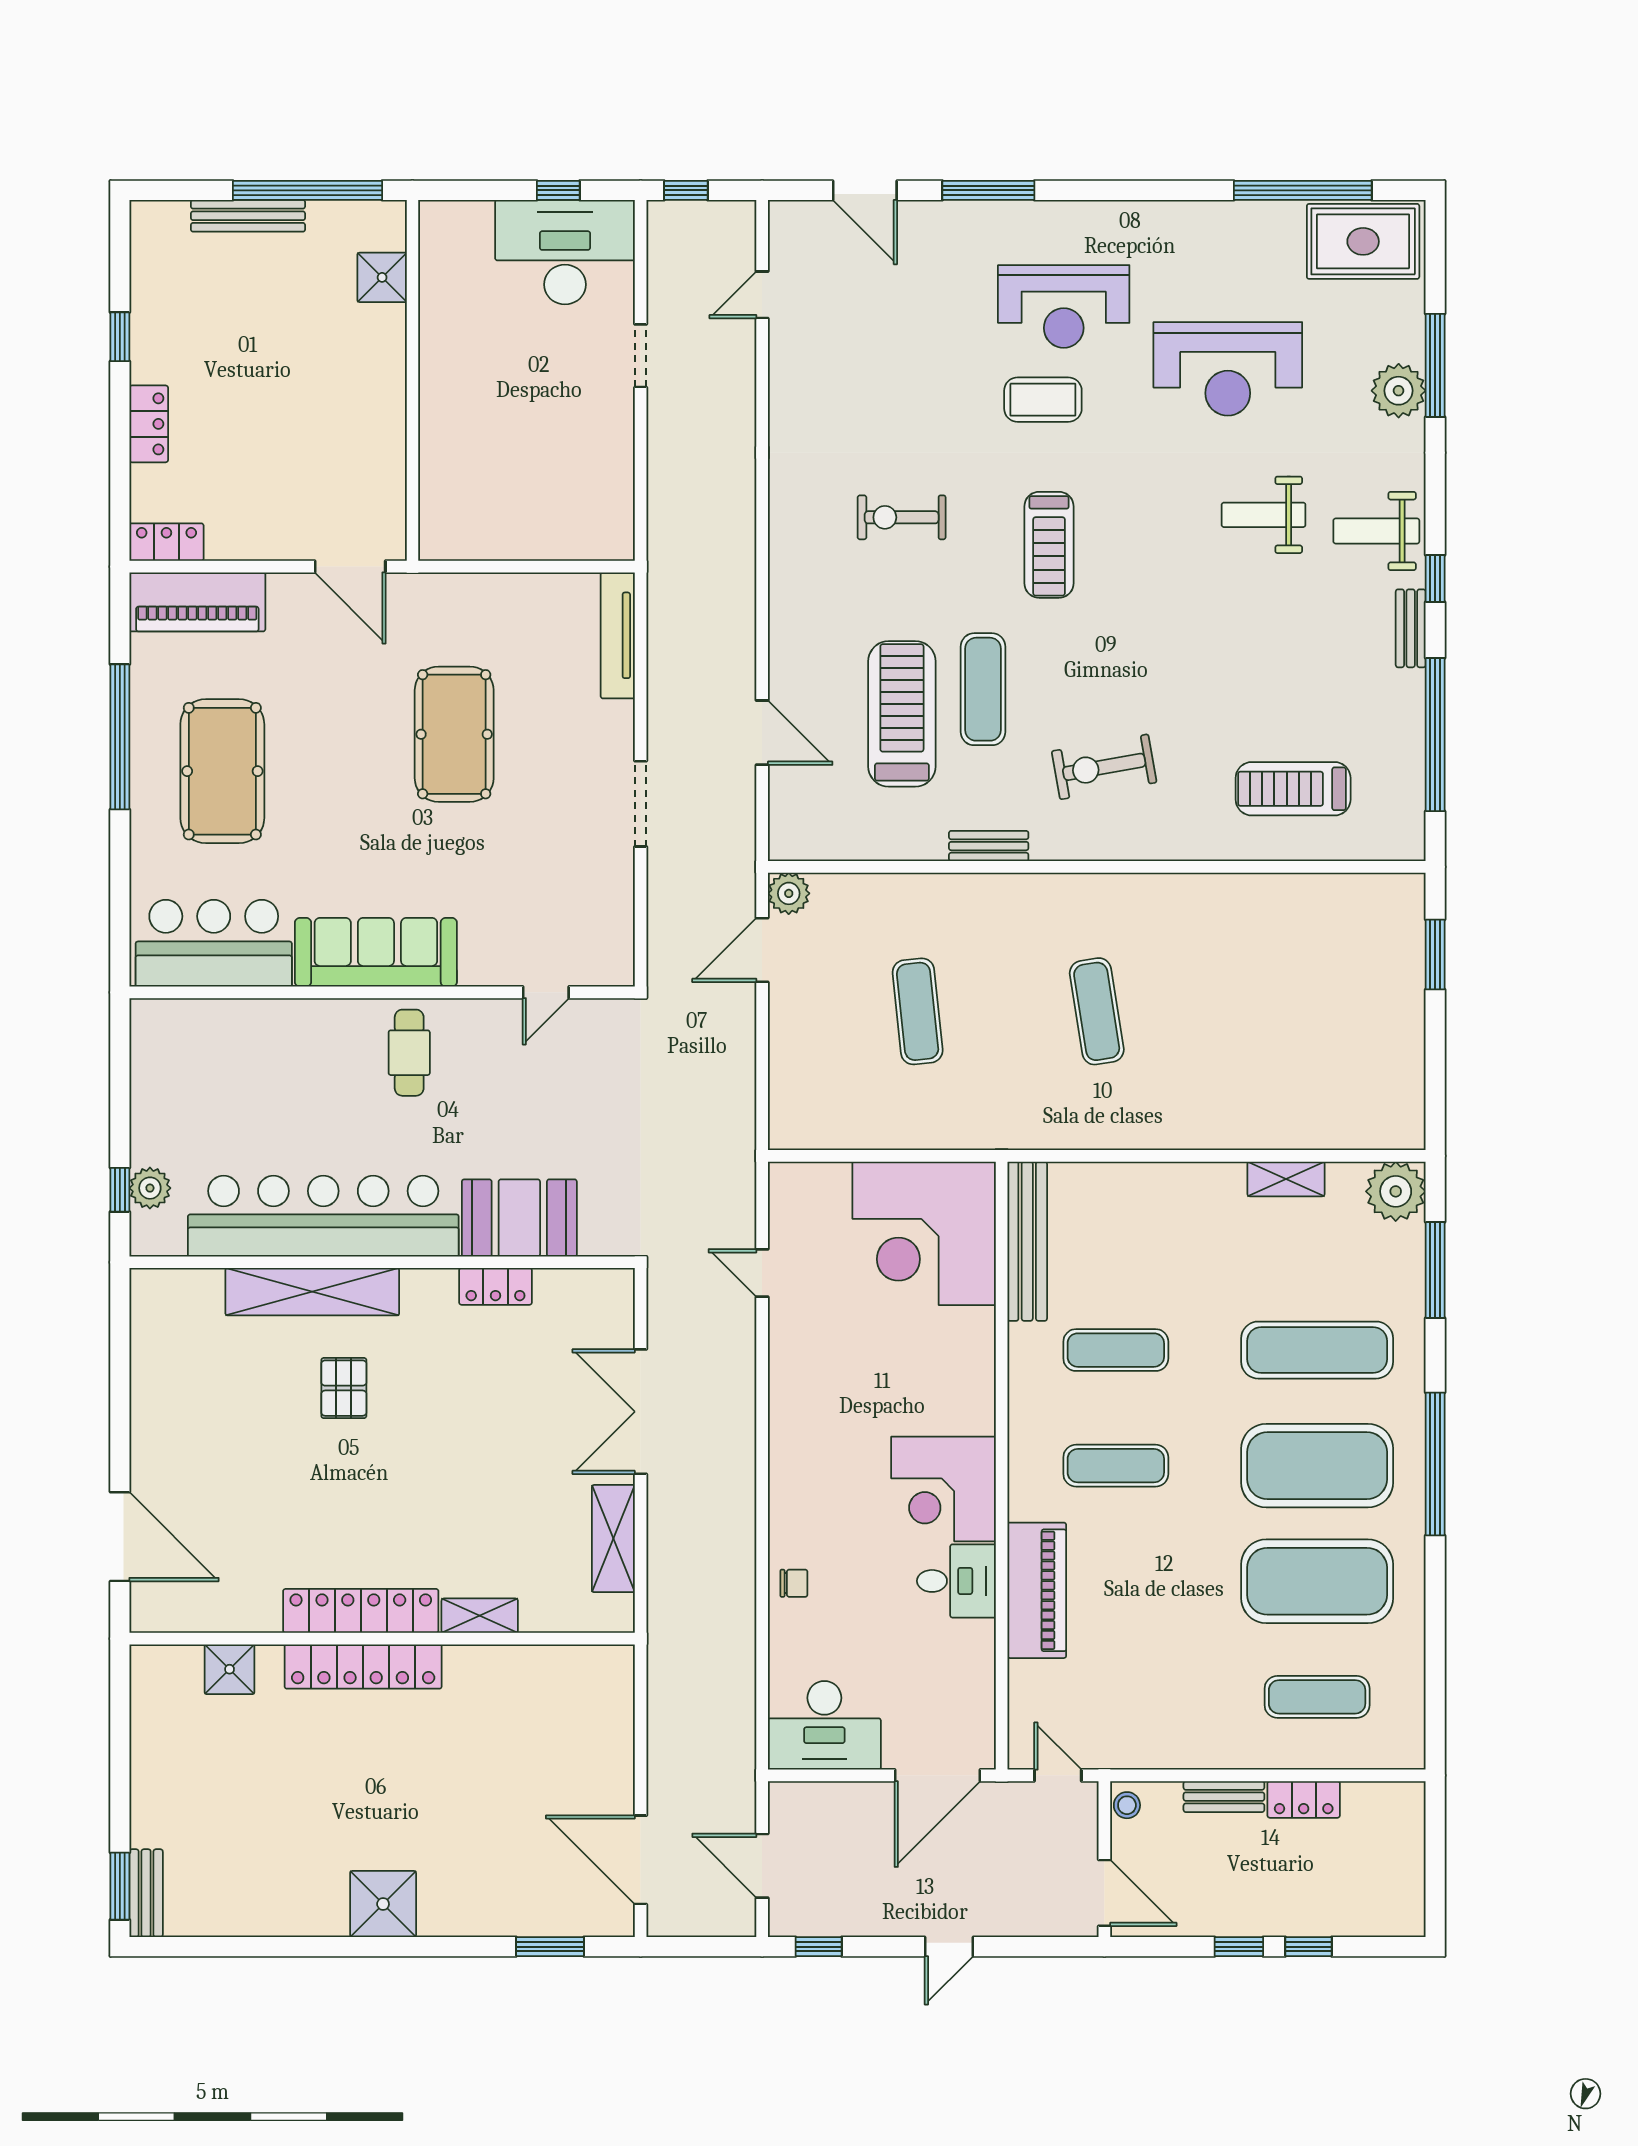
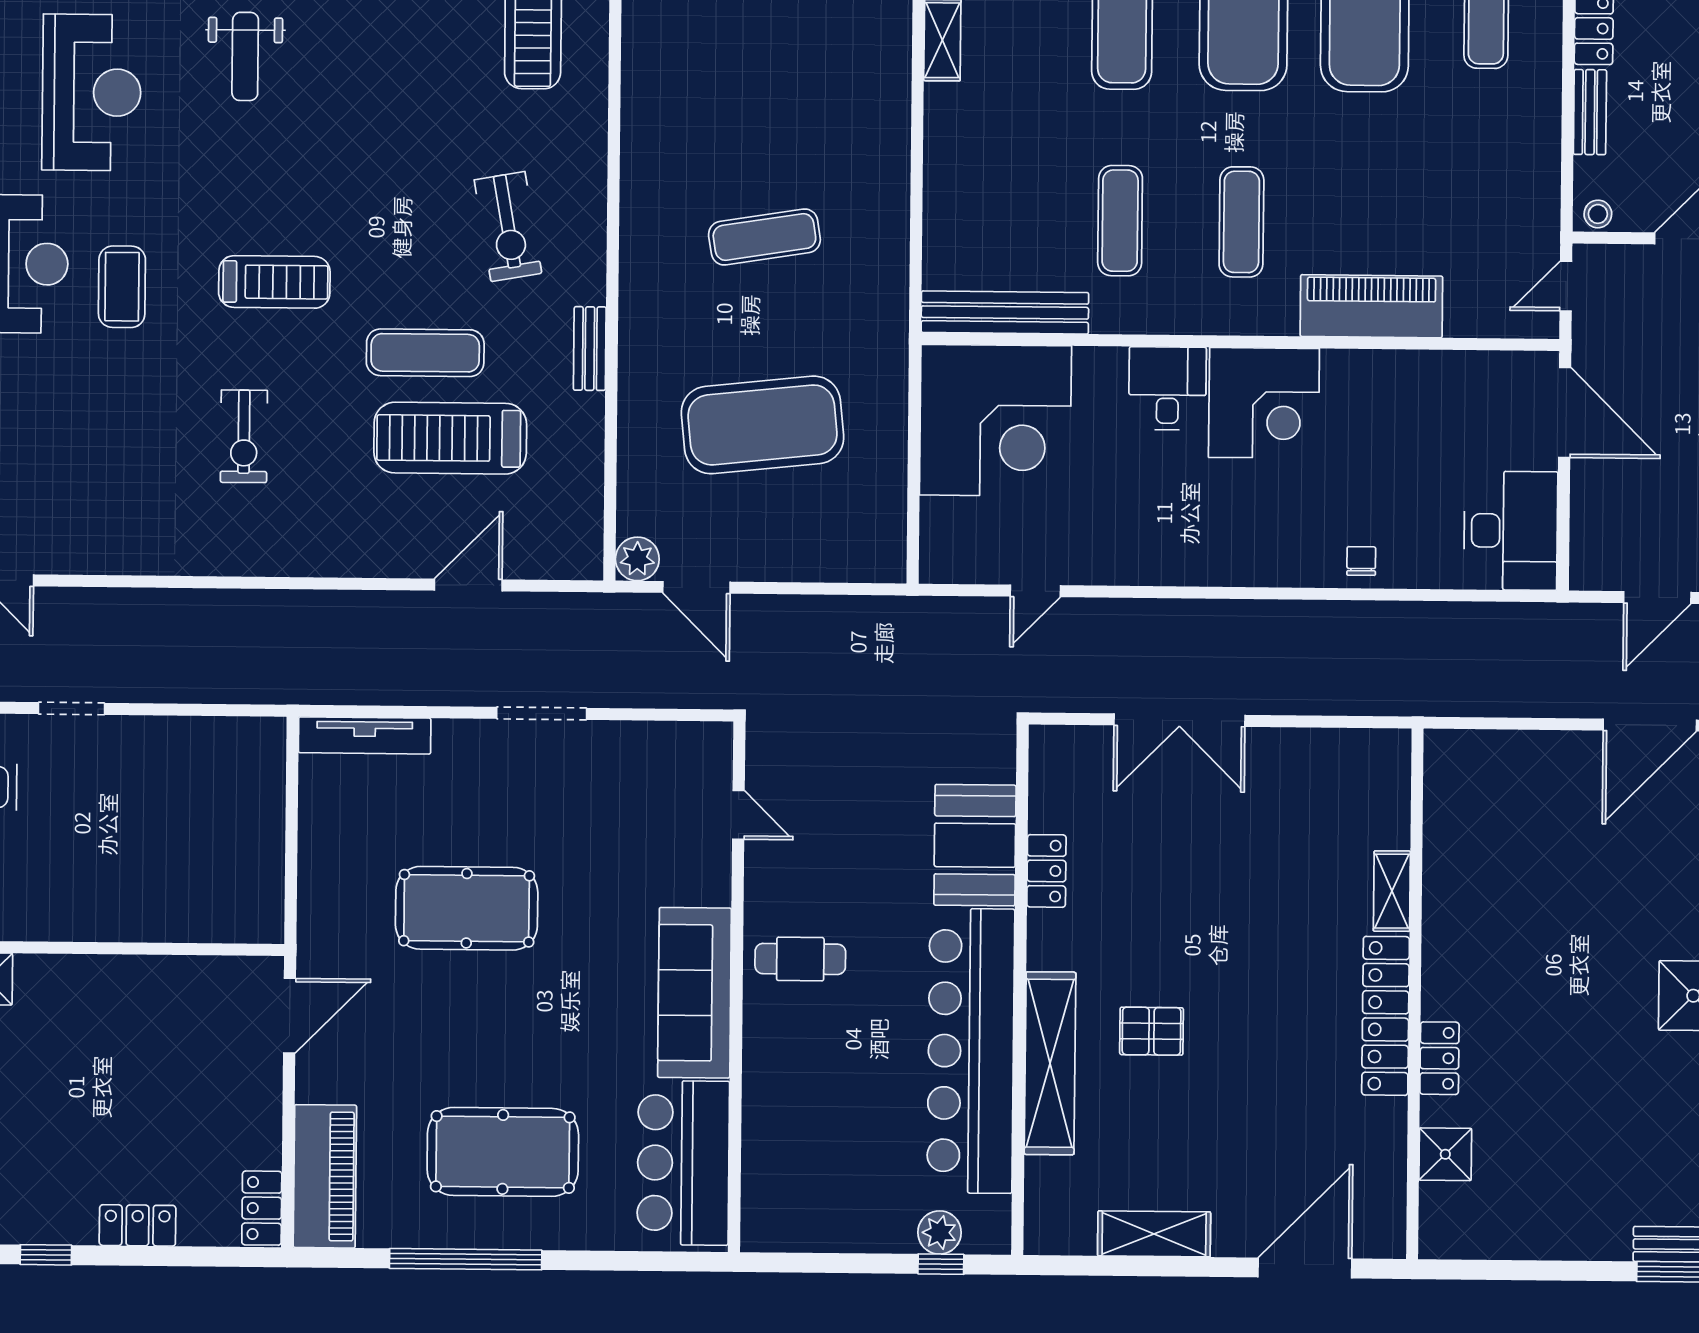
exercise mat: (918, 1011) -> (763, 425), width x2.00, depth x1.45
shelving: (613, 1539) -> (1154, 1234), moved
desk: (956, 1581) -> (1167, 388), moved
locker: (363, 1667) -> (1439, 1058), width x0.46, depth x0.83

